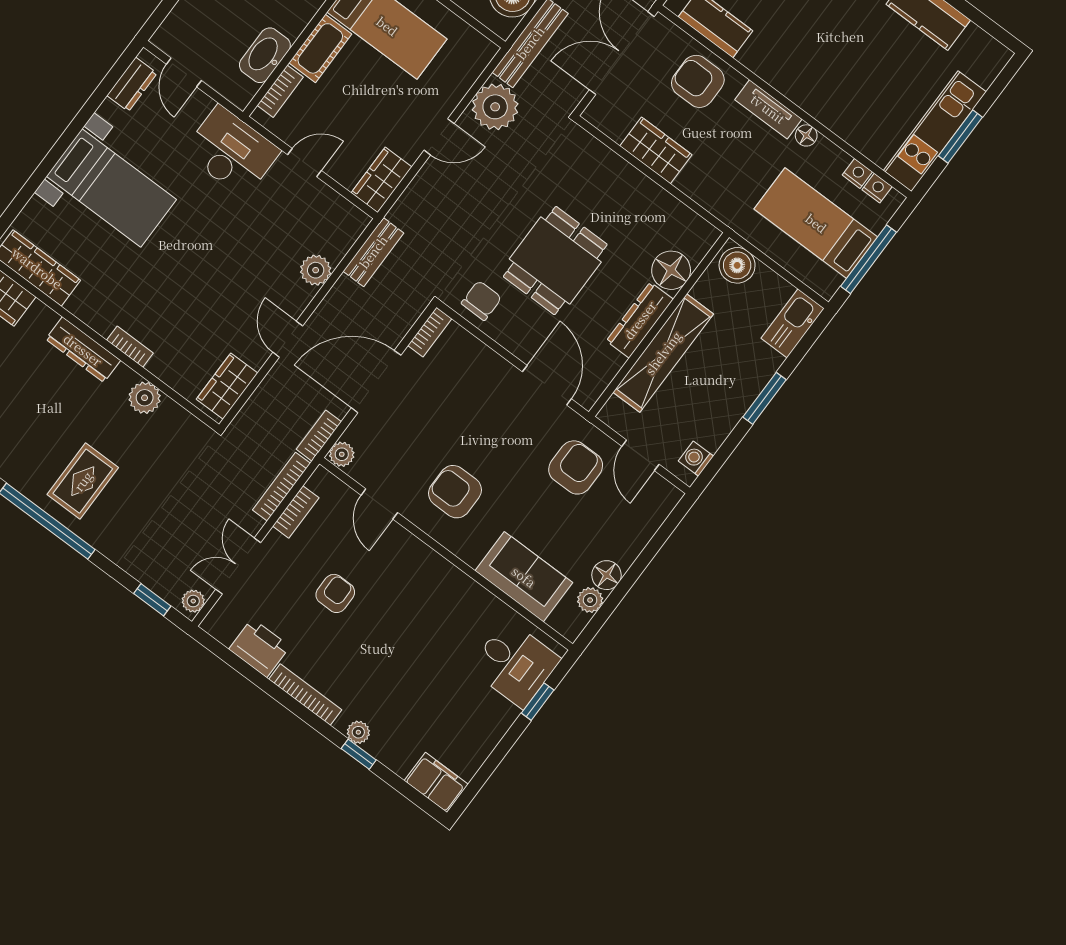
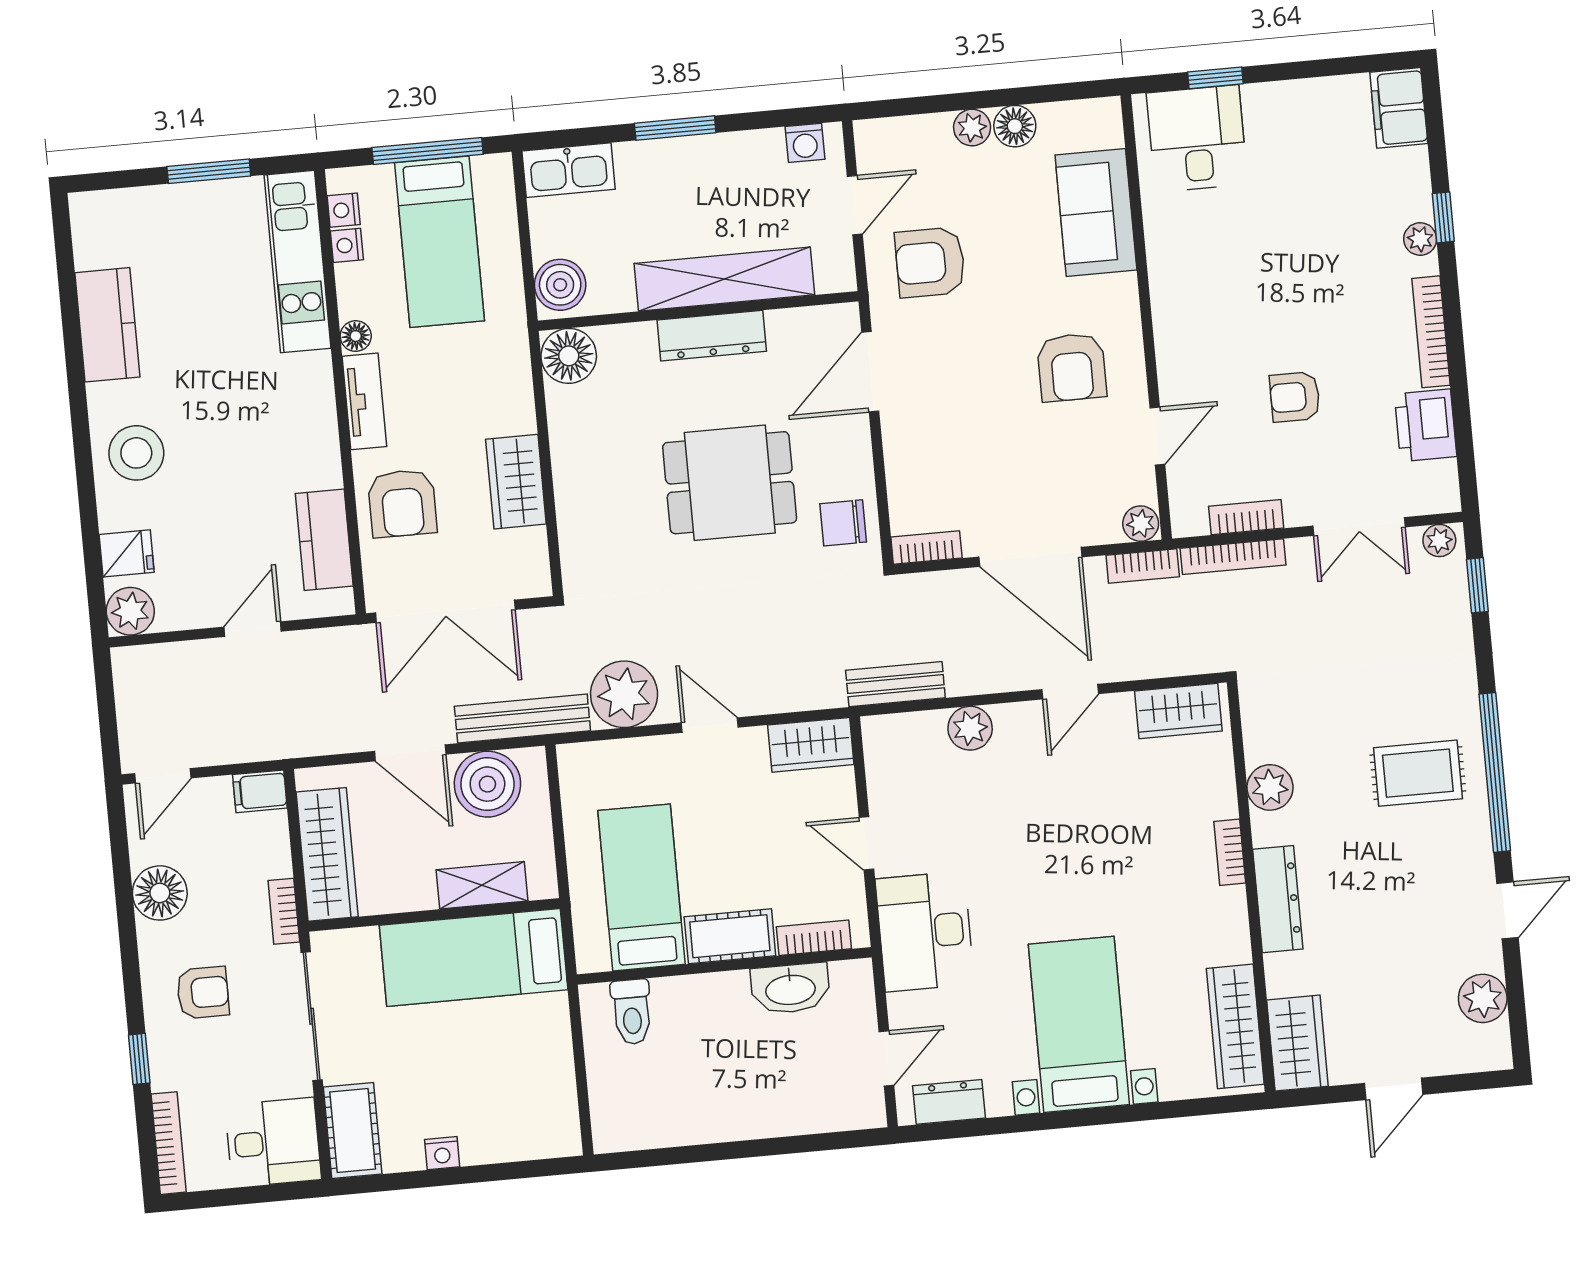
kitchen unit: (935, 131) -> (298, 262), moved, turned 90
floor lamp: (671, 270) -> (569, 356), moved
plant: (590, 600) -> (972, 128), moved

